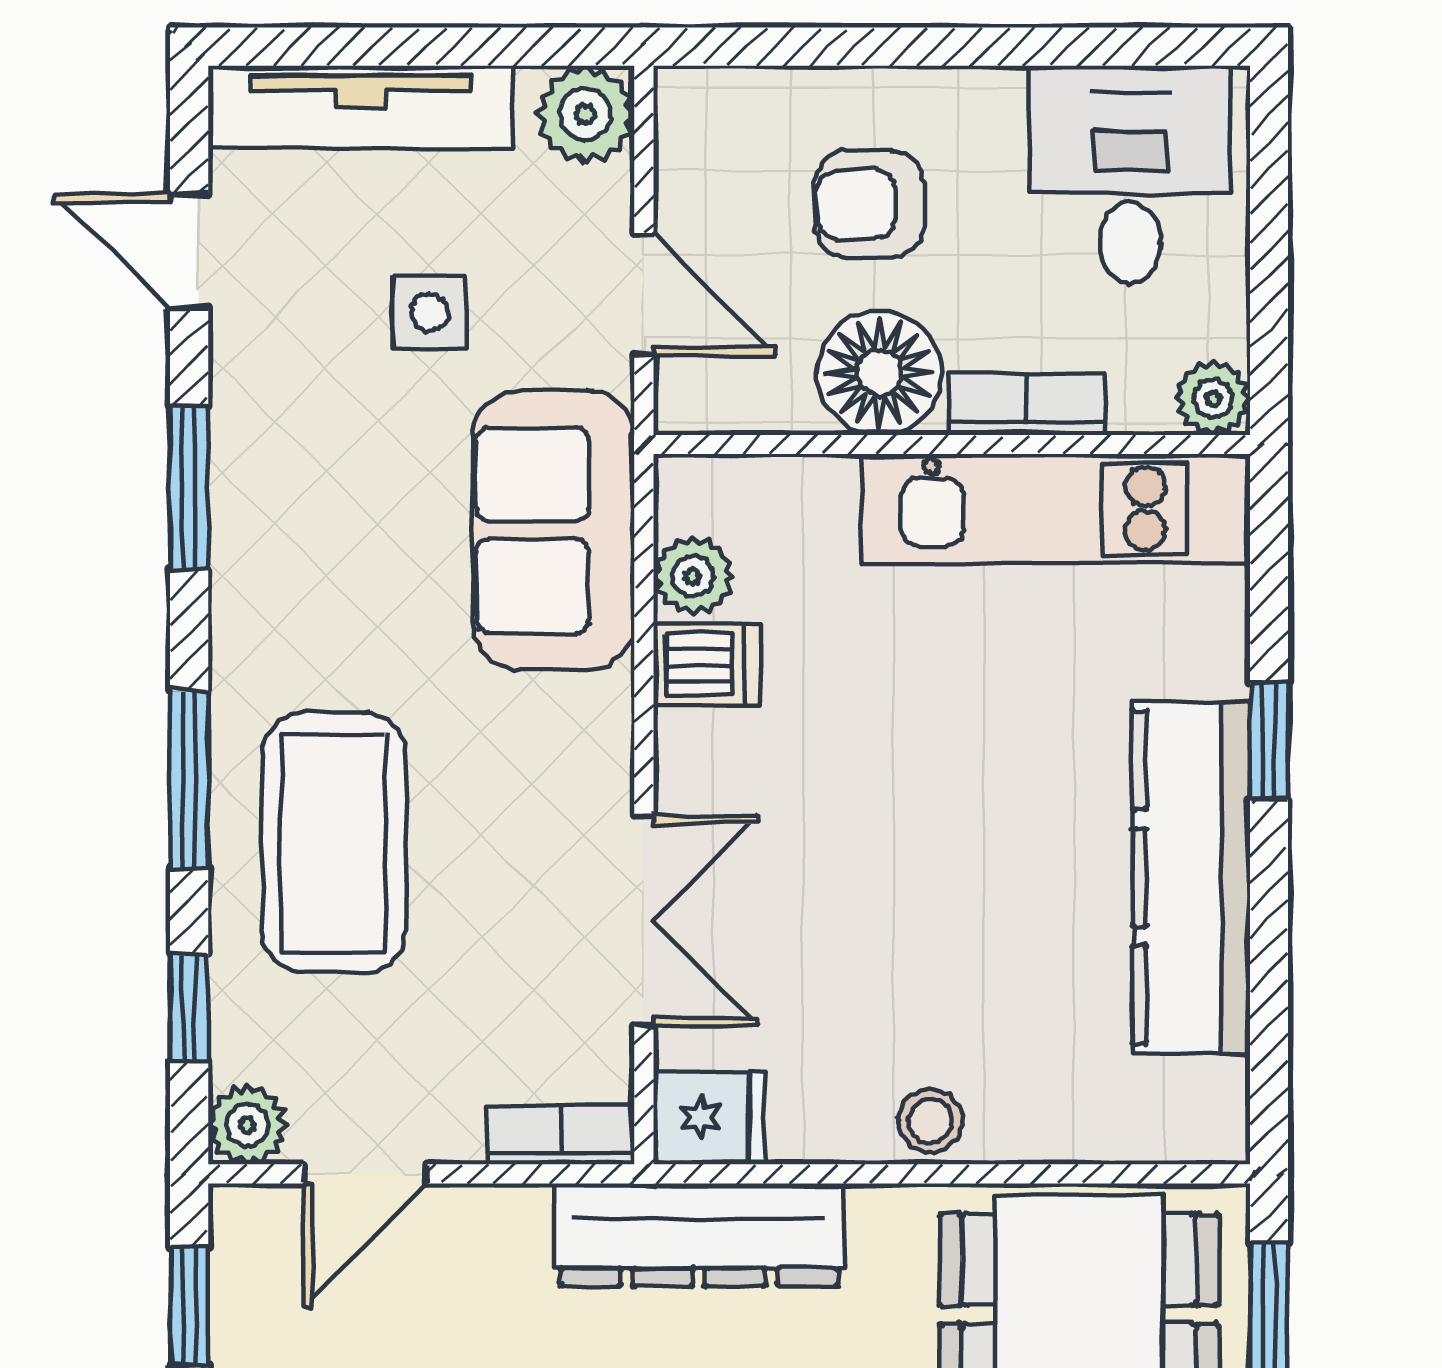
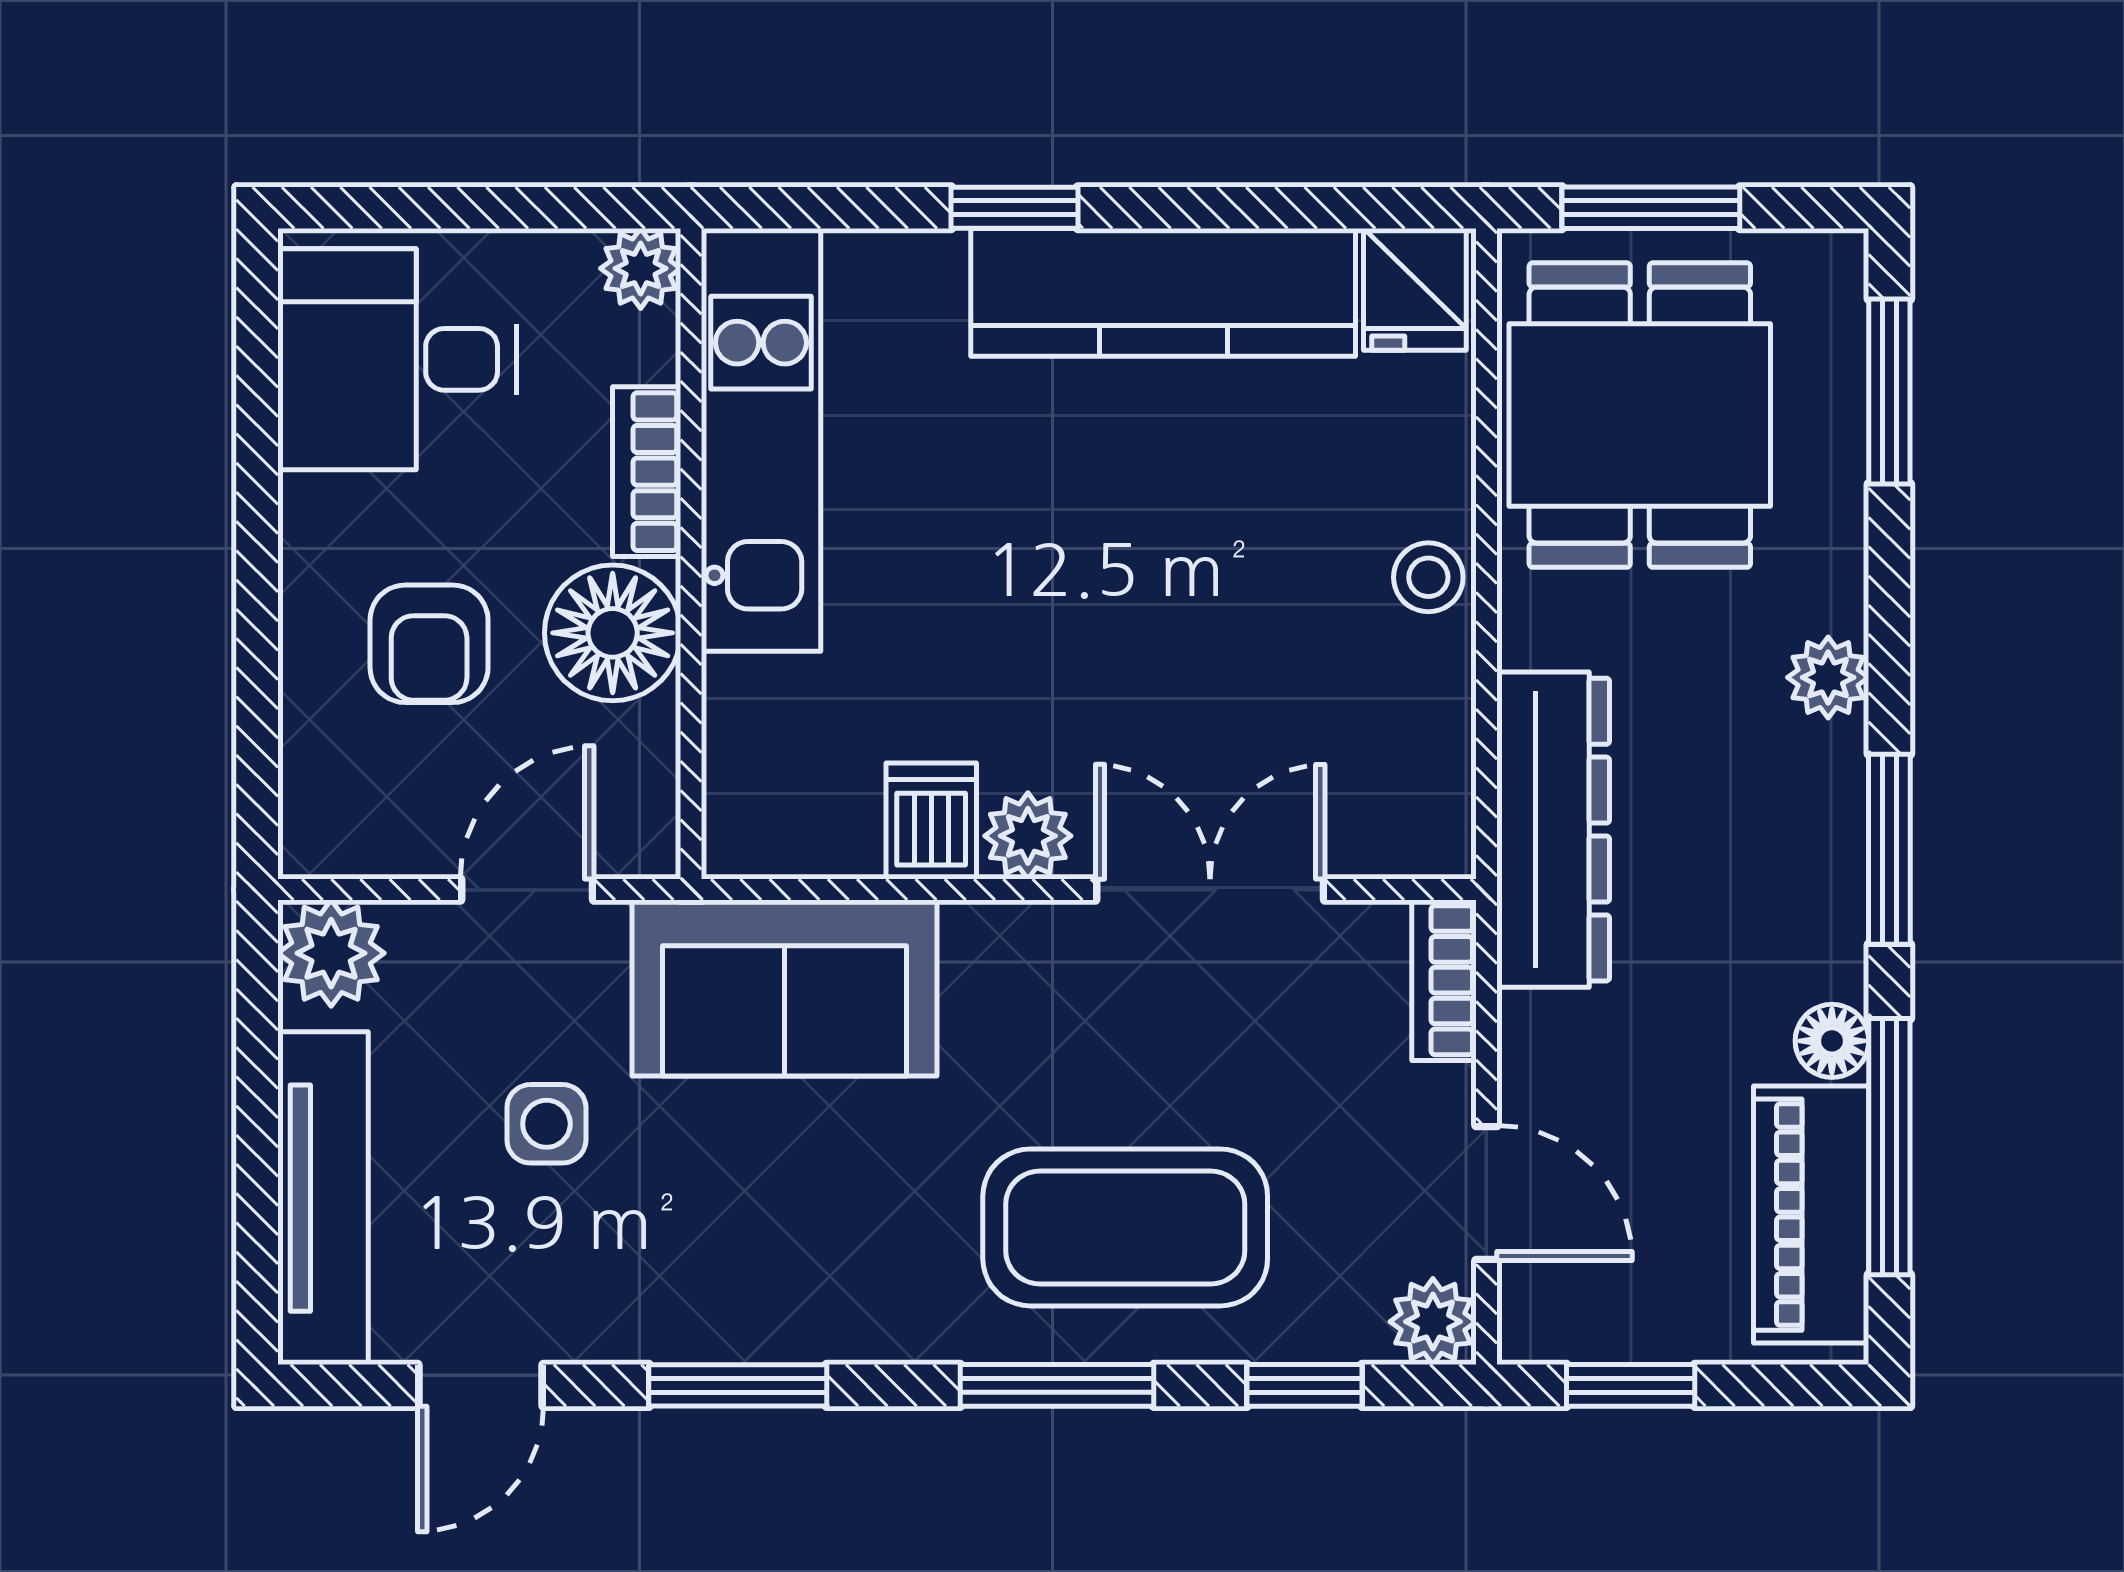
plant: (693, 576) -> (1028, 836), moved
fridge: (709, 1118) -> (1415, 289), moved, turned 180

